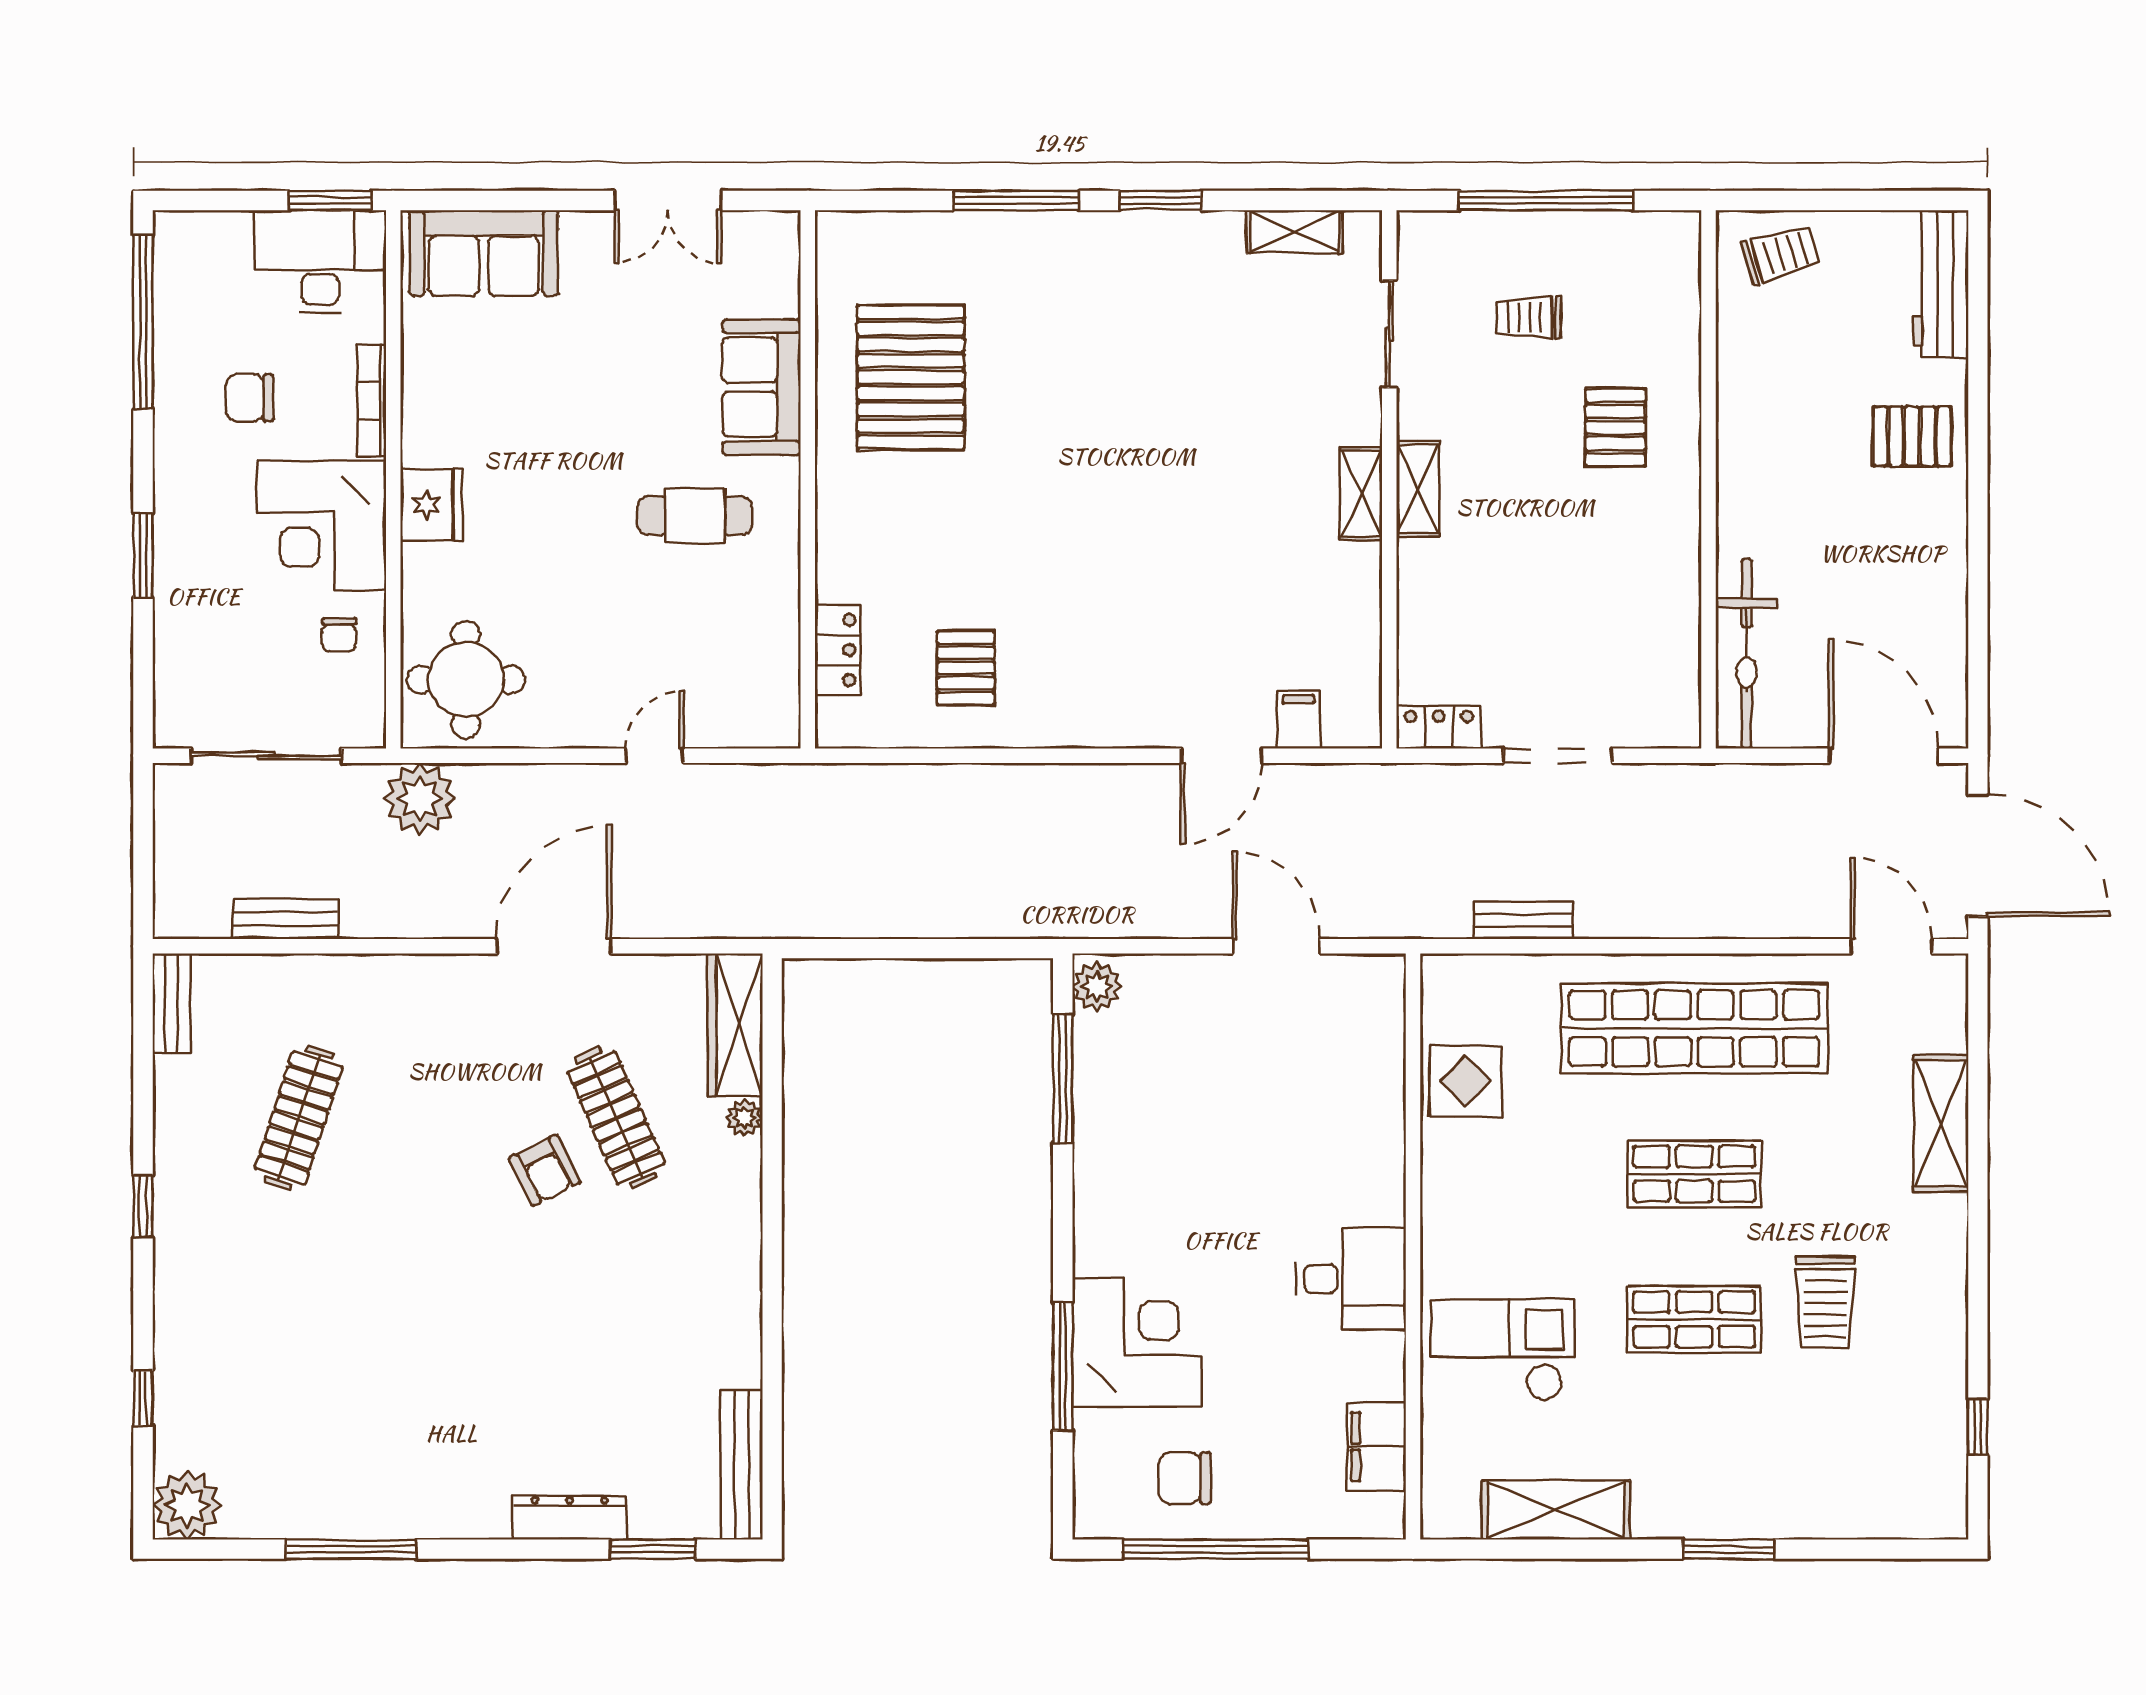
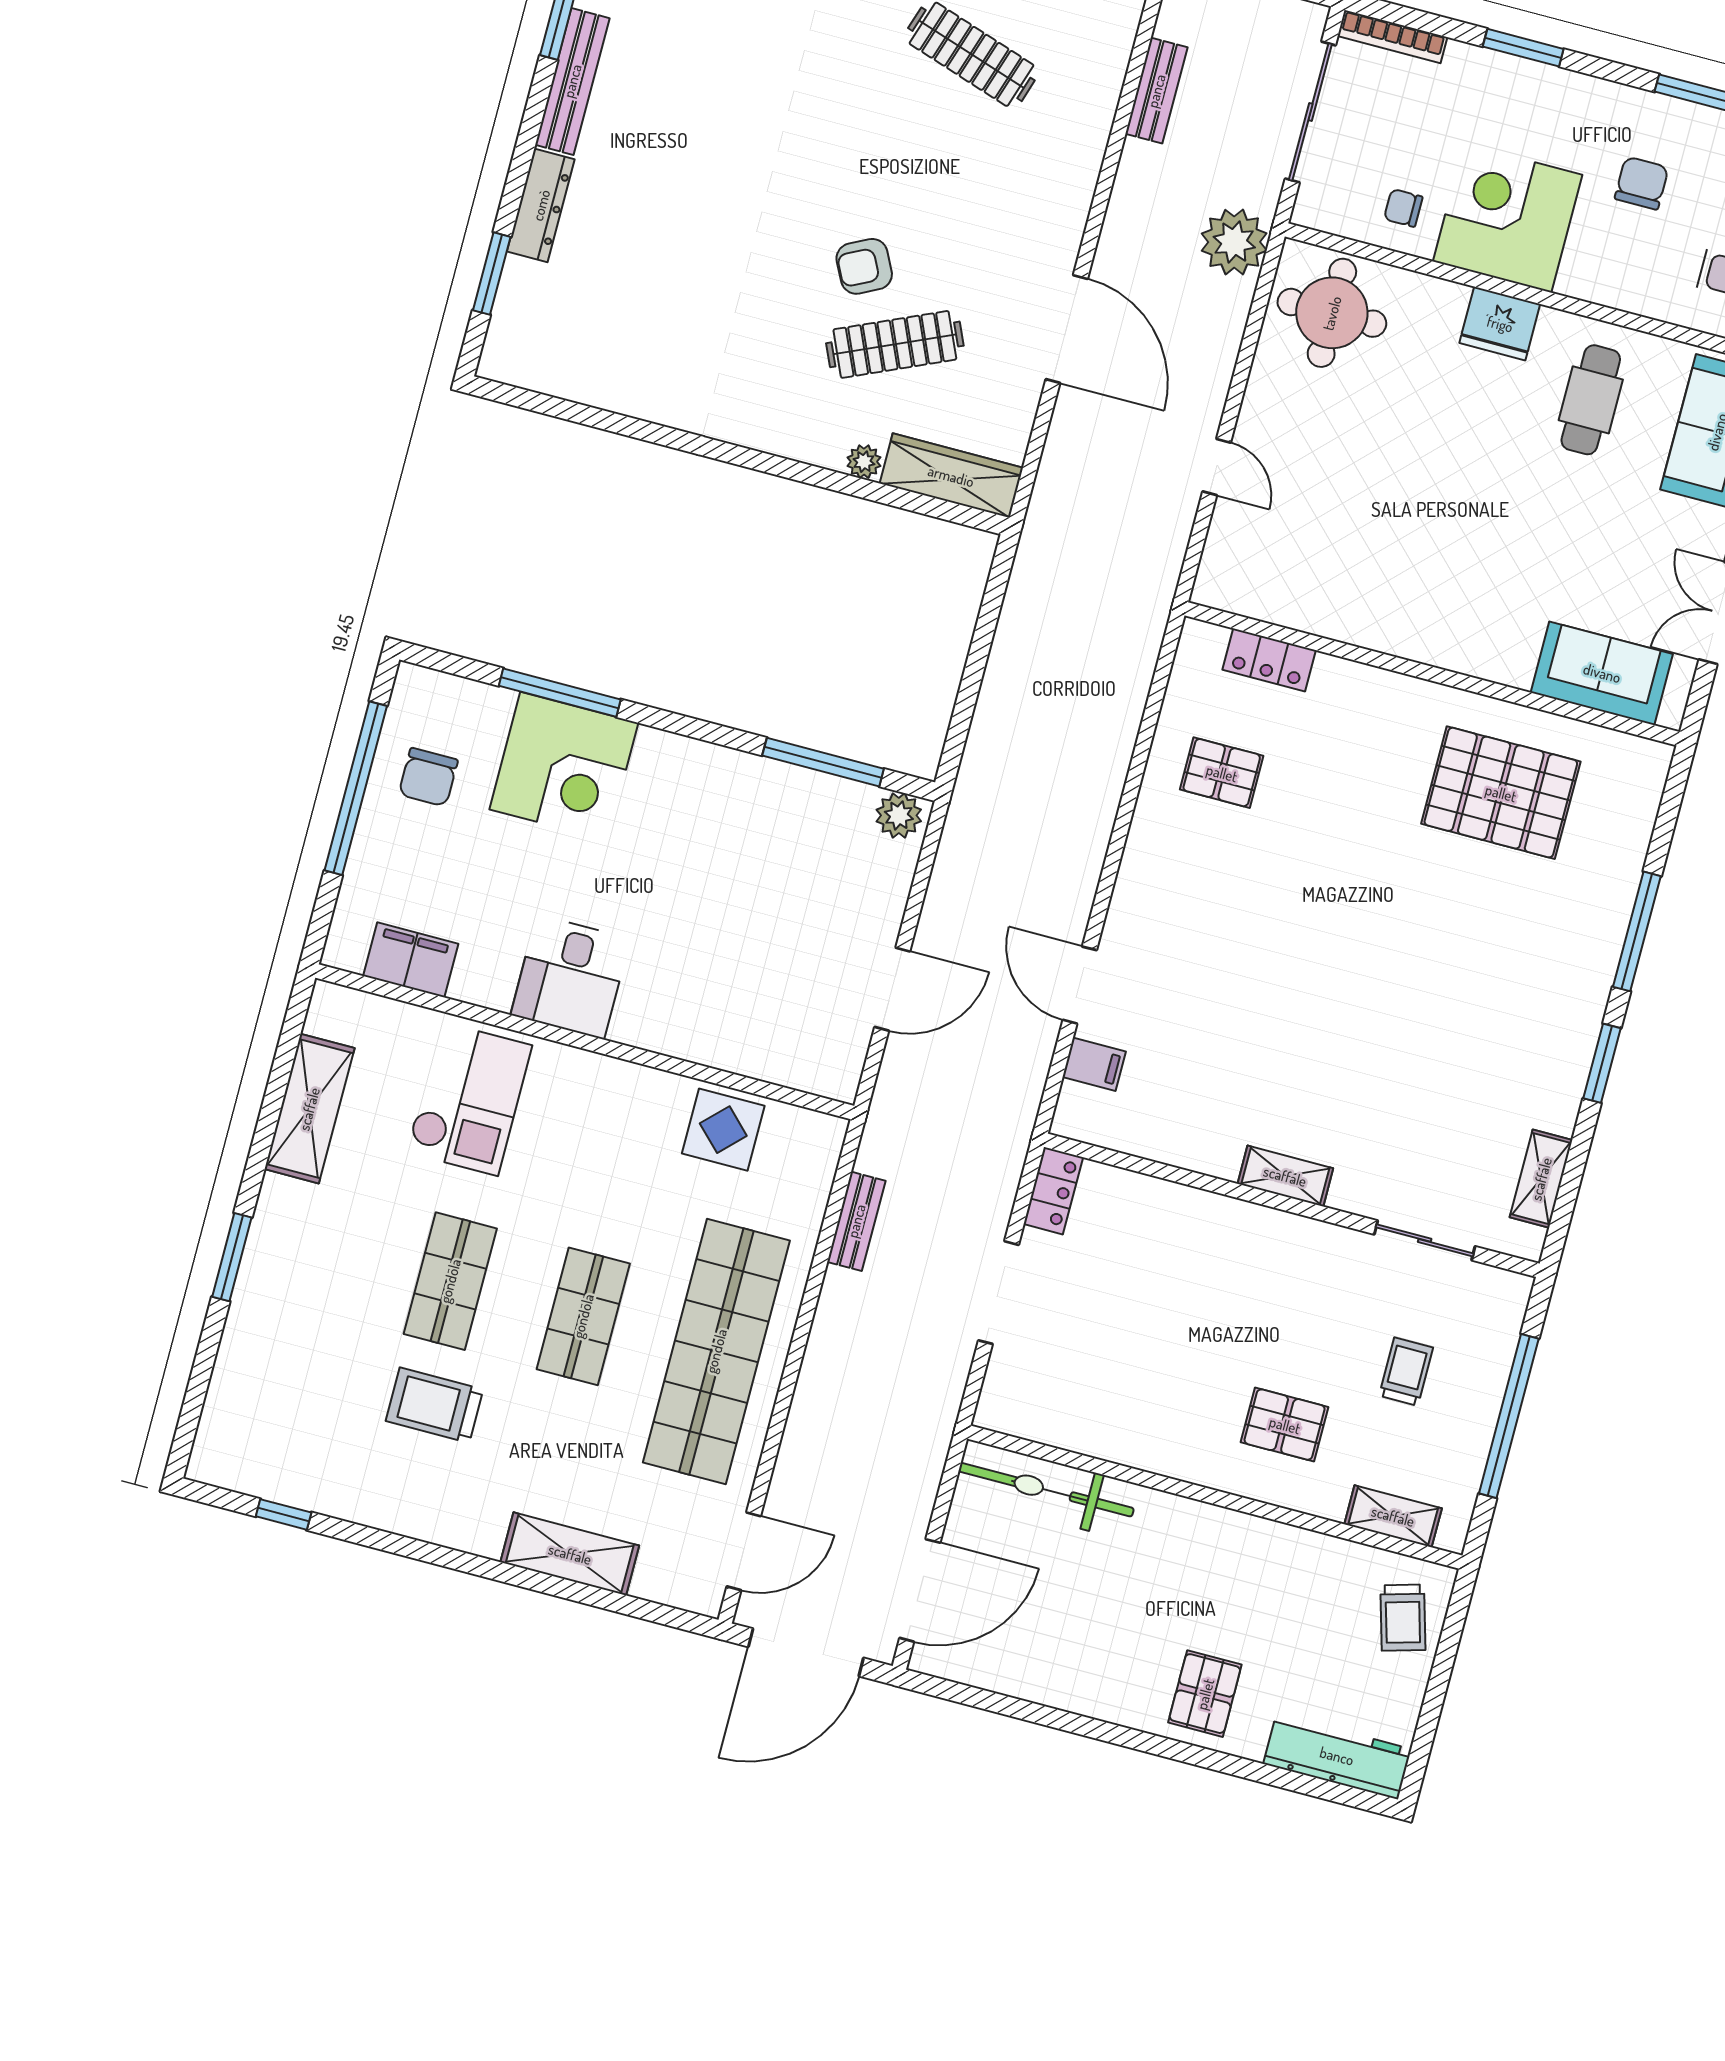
sofa: (762, 387) -> (1602, 673), moved
bookcase: (372, 401) -> (1392, 37), moved, turned 180
shelving: (1418, 489) -> (1393, 1516), moved
cafe table: (695, 516) -> (1591, 400), moved
bench: (742, 1465) -> (572, 81), moved, turned 90
chair: (1185, 1478) -> (428, 777), turned 180

